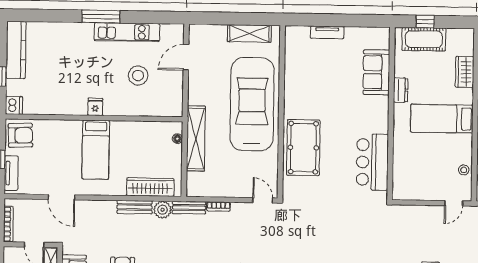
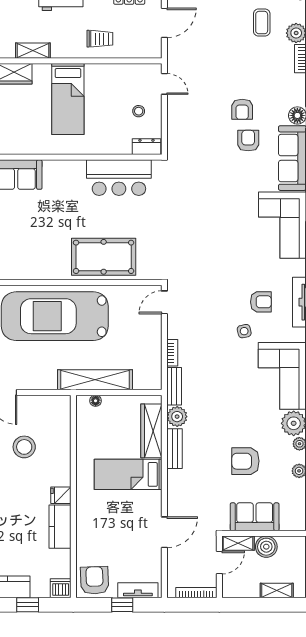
dresser: (401, 90) -> (146, 147), moved
kitchen counter: (68, 106) -> (60, 527), added
bed: (96, 150) -> (128, 474), moved, turned 180
stool: (464, 170) -> (139, 111), moved

